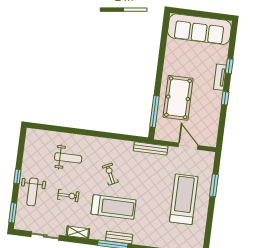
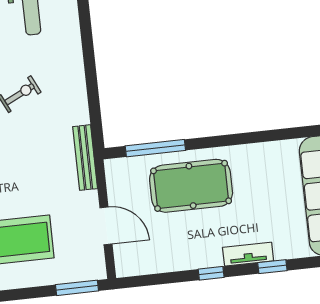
door: (188, 146) -> (106, 226), hinge flipped
window: (214, 185) -> (77, 288), moved

